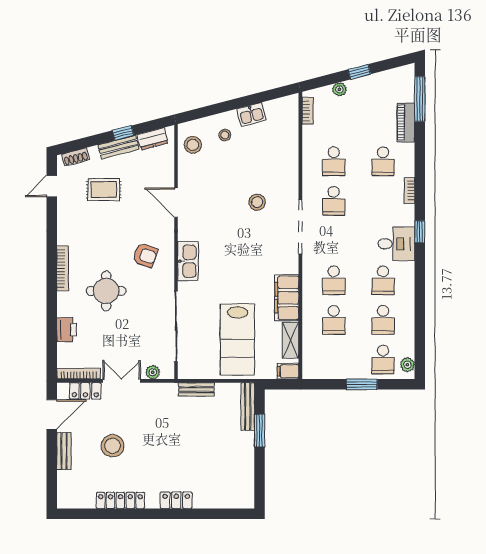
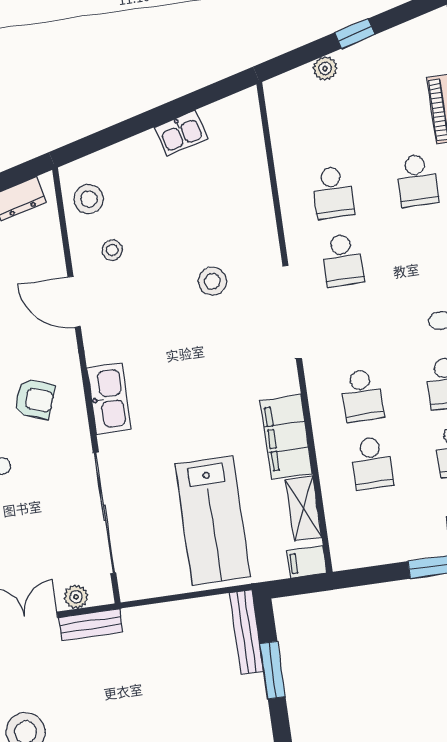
bookcase: (307, 111) -> (276, 113), removed
stool: (225, 135) -> (112, 250), moved
bench: (196, 389) -> (91, 625), moved

